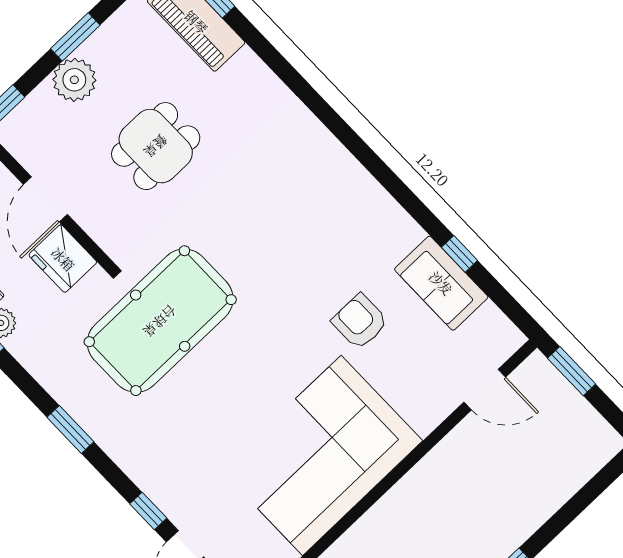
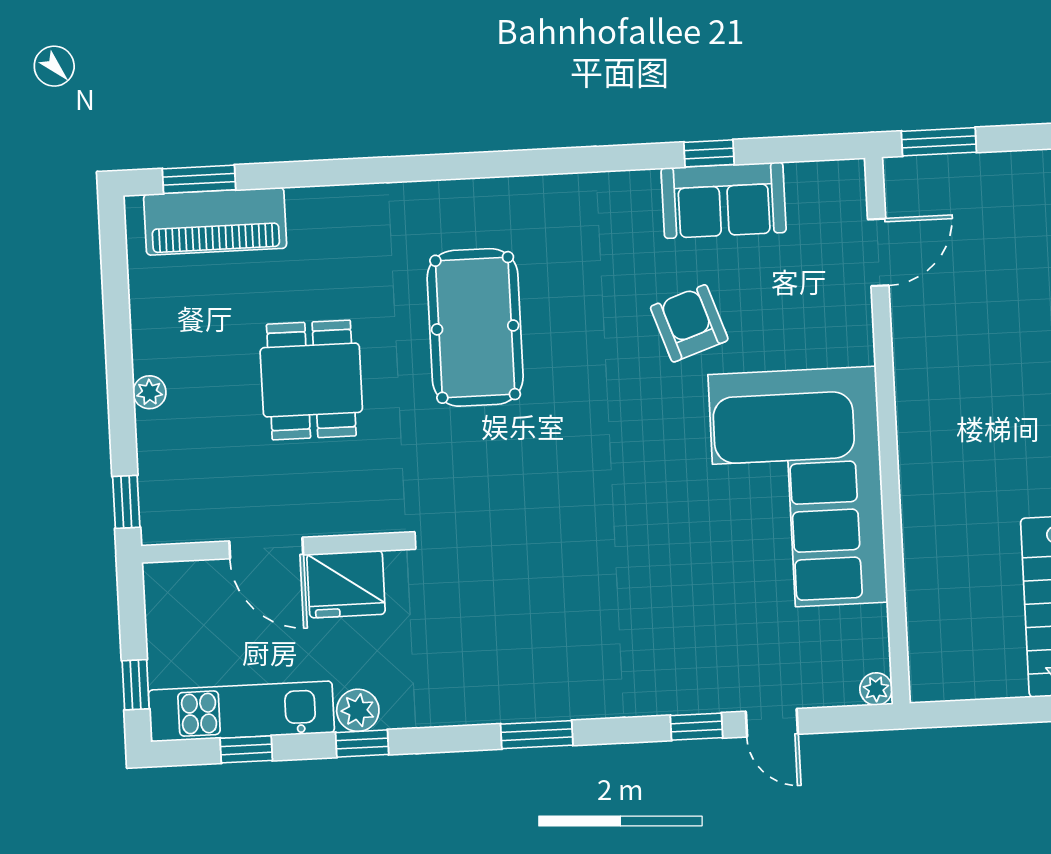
window: (75, 37) -> (119, 365), removed
plant: (74, 80) -> (150, 392), width x0.53, depth x0.53
pool table: (160, 321) -> (475, 327), moved, width x0.73, depth x0.76
armchair: (360, 322) -> (689, 323), turned 71

